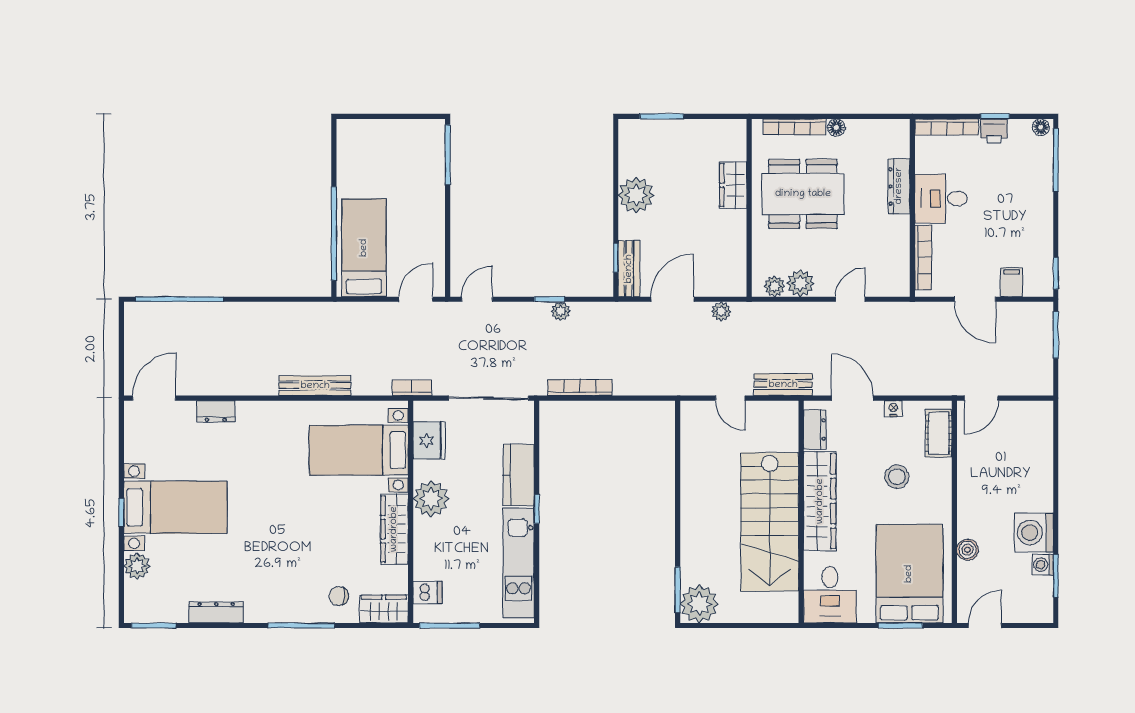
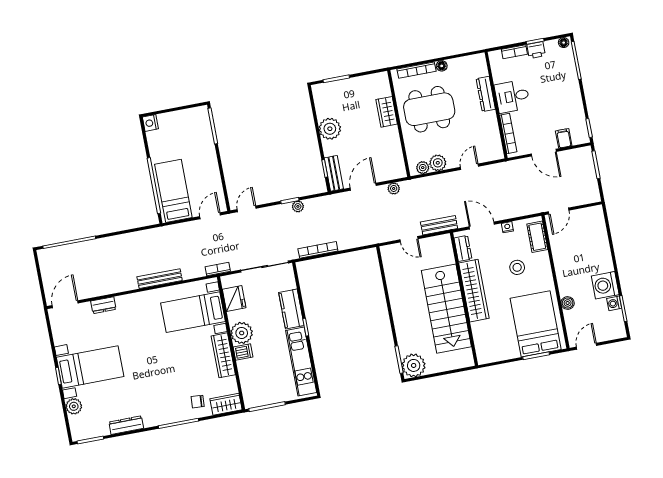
bookcase: (947, 127) -> (514, 52), width x0.64
nightstand: (348, 131) -> (150, 123), added
dishwasher: (427, 592) -> (243, 352), moved
desk: (830, 595) -> (491, 345), removed

